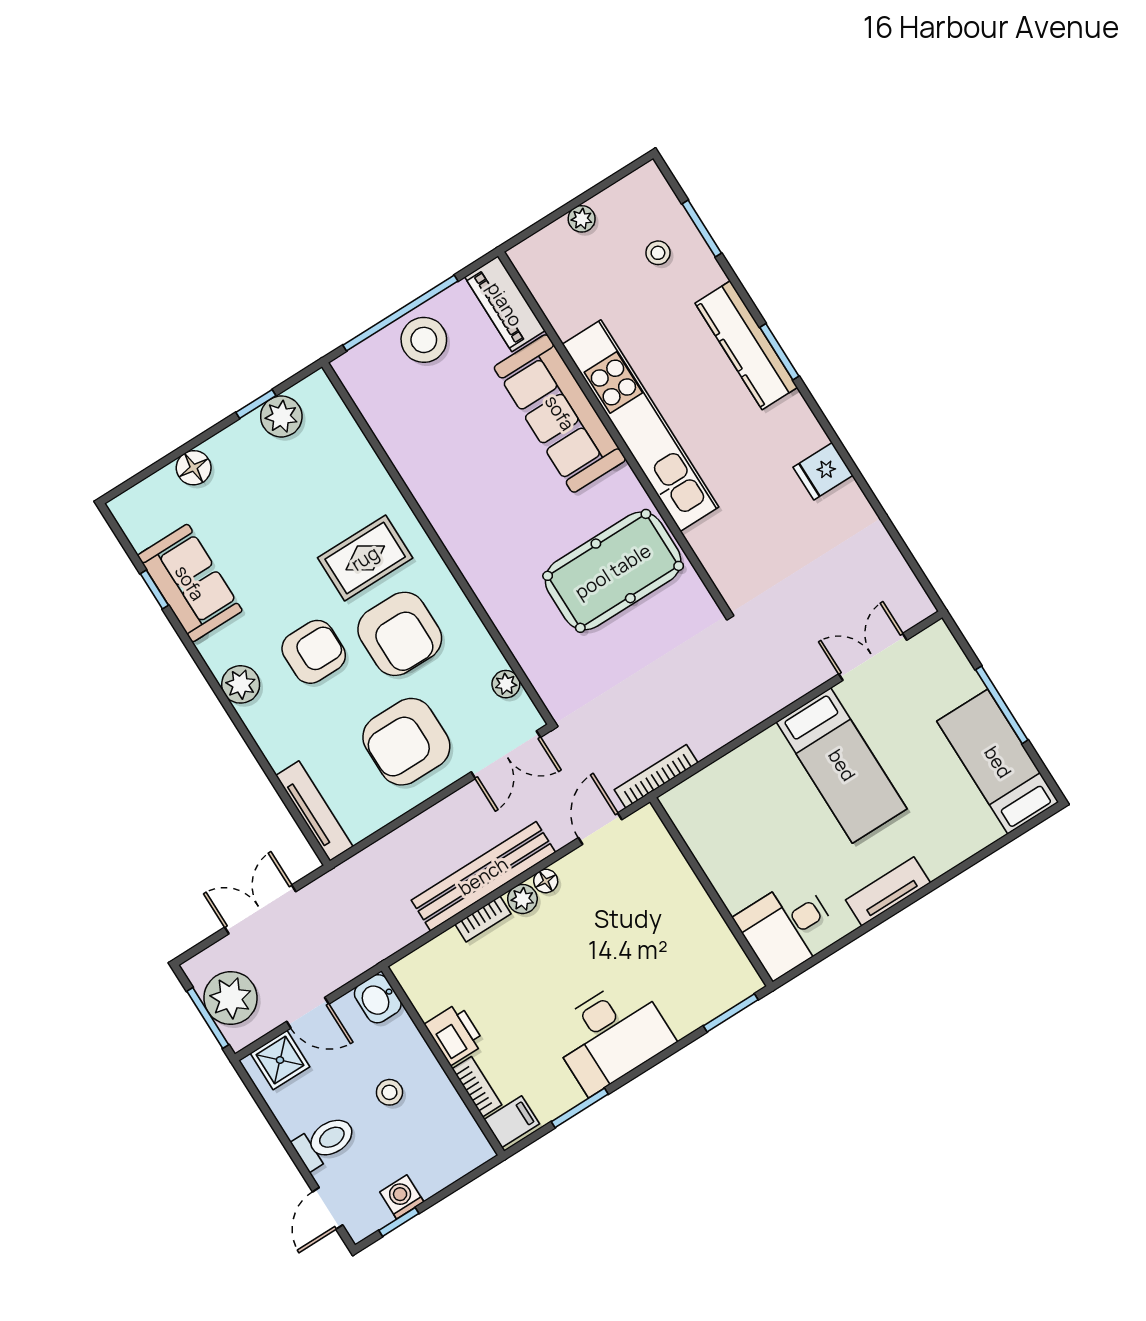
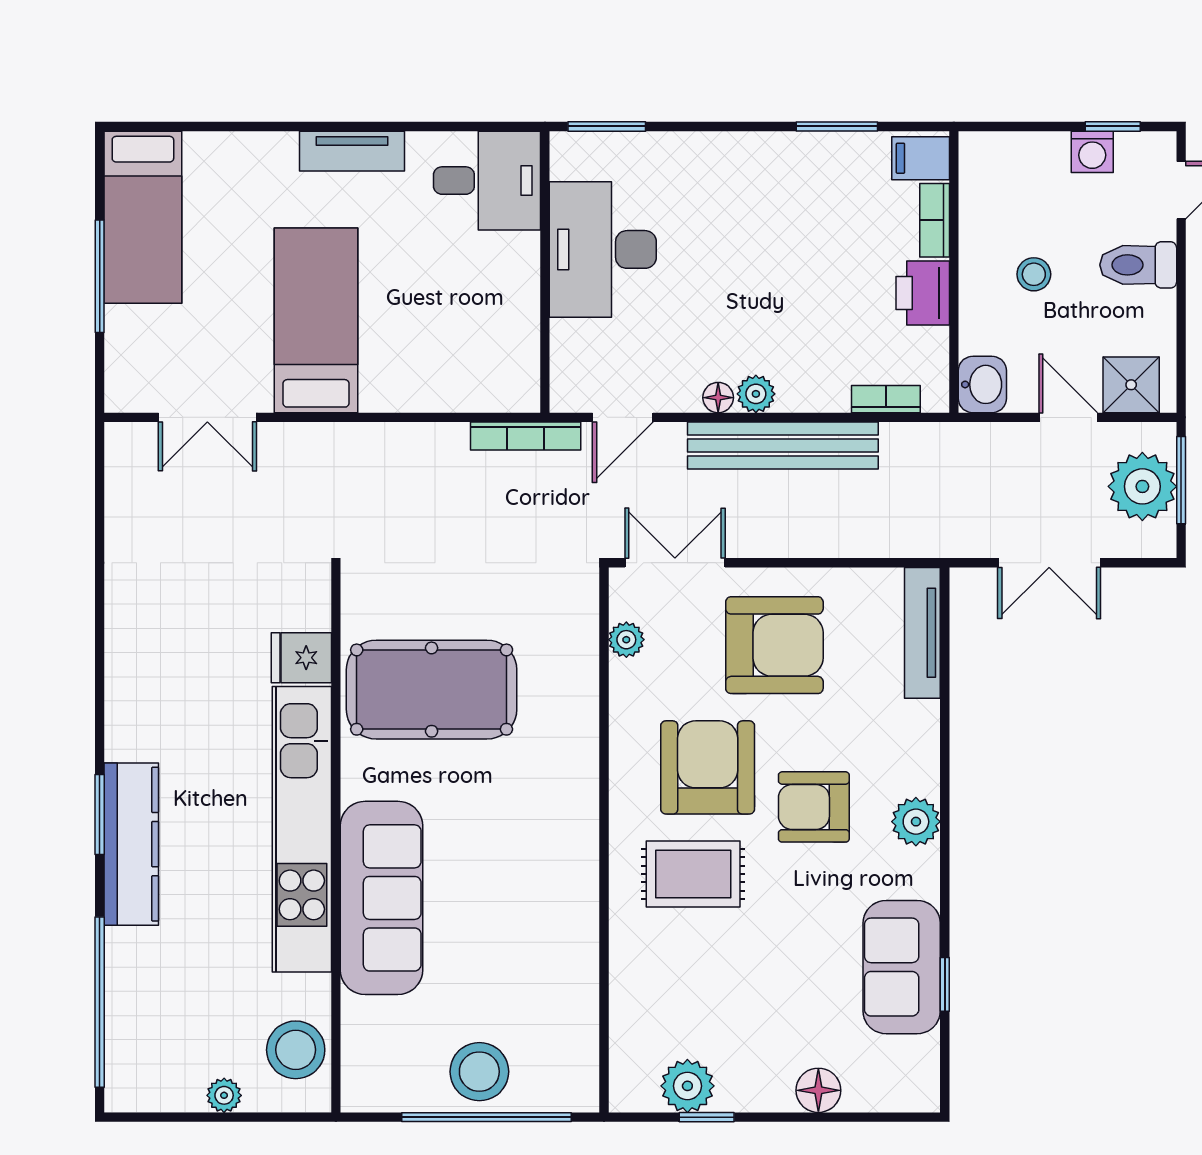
window: (702, 229) -> (100, 1002), width x2.11
stool: (658, 253) -> (296, 1050), moved, width x1.89, depth x1.89
piano: (505, 304) -> (366, 1055), removed
fridge: (823, 471) -> (301, 658), moved, turned 180
bookcase: (483, 919) -> (886, 399), moved
desk: (611, 1035) -> (603, 249), moved, turned -90

